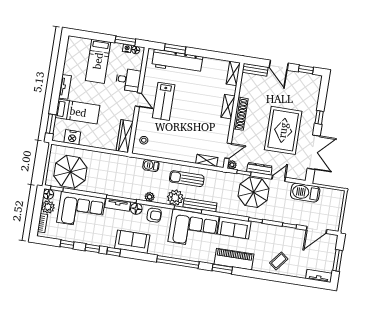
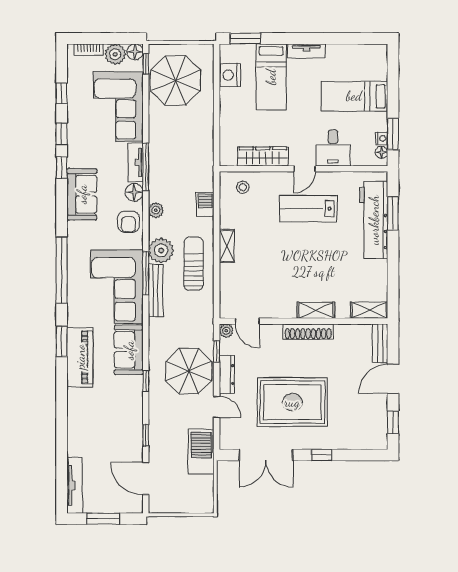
wardrobe: (125, 136) -> (263, 156), moved
shelving: (207, 160) -> (227, 246), moved
coffee table: (279, 261) -> (88, 427), removed
tv unit: (319, 276) -> (74, 485), width x1.41

